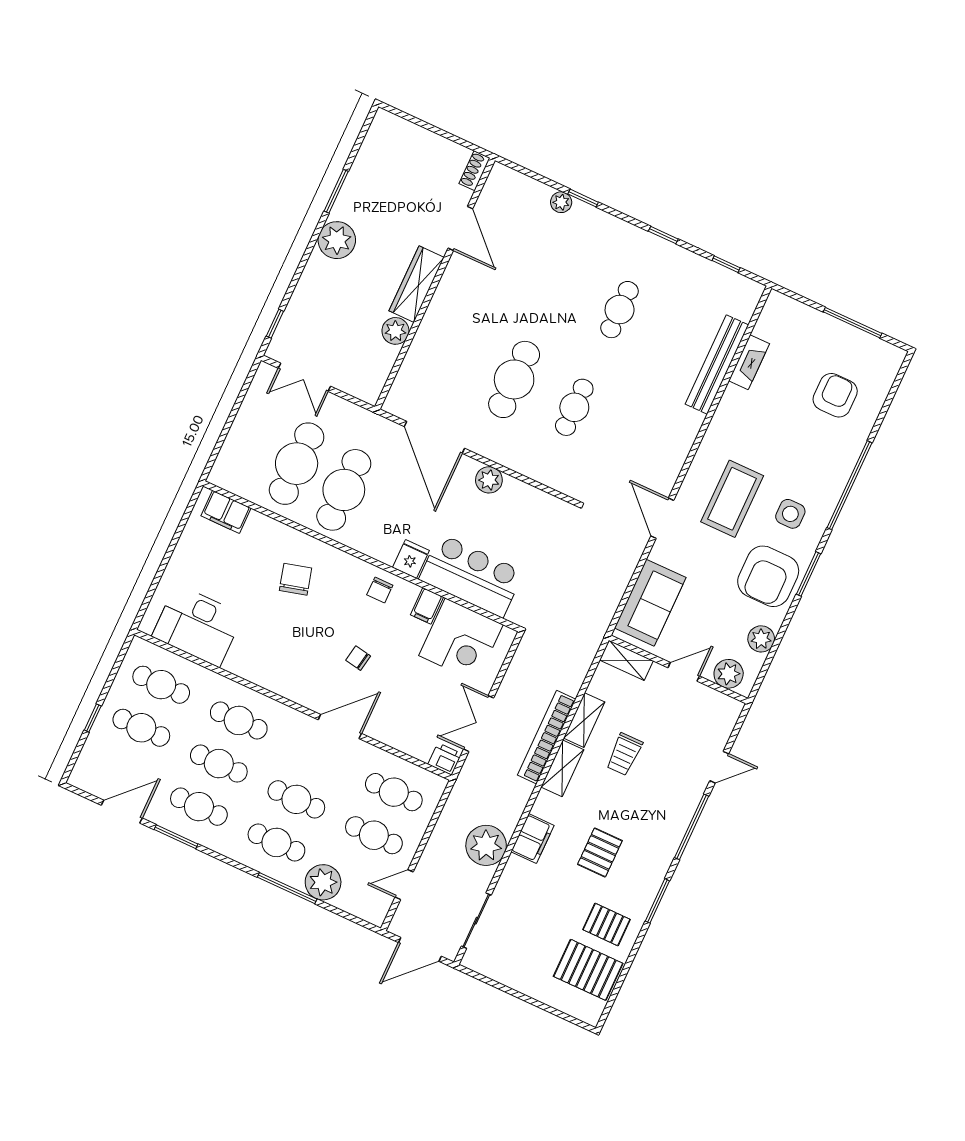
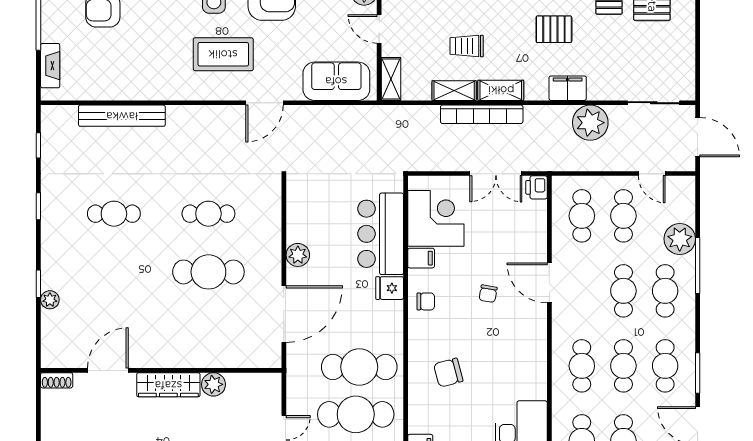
fireplace: (749, 362) -> (50, 66), moved, turned 90
trolley: (624, 754) -> (467, 46), turned 180

